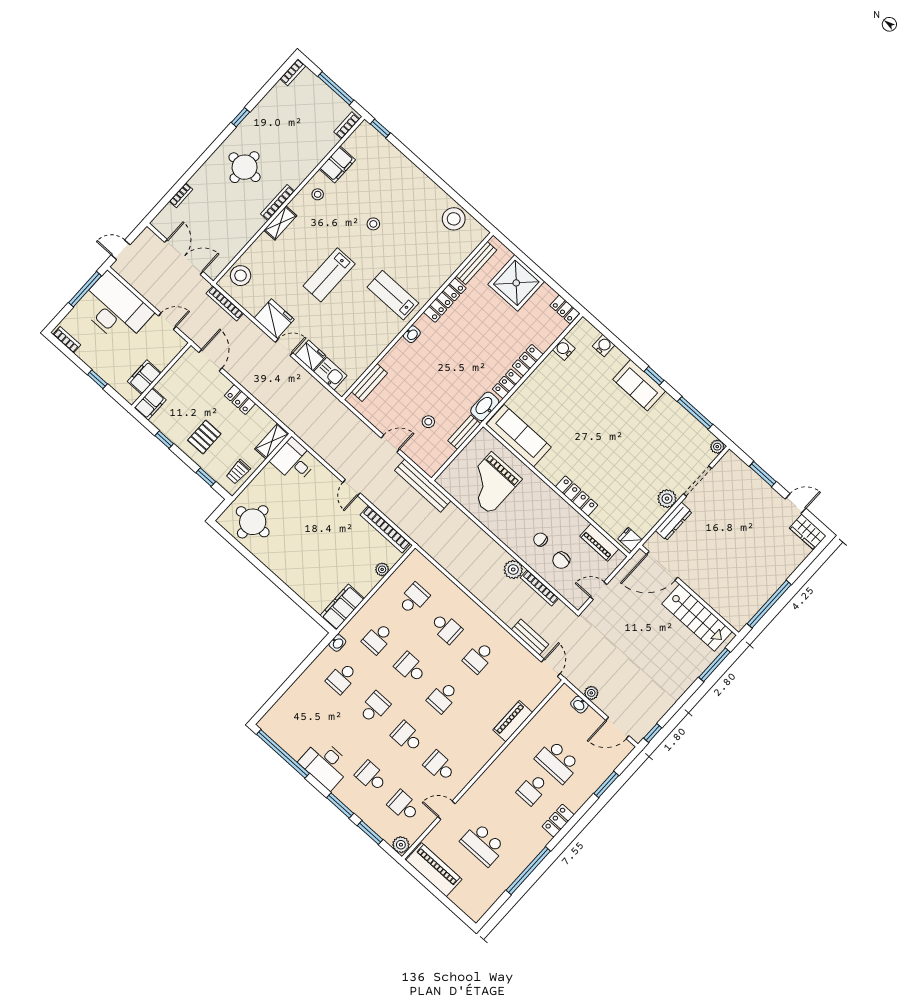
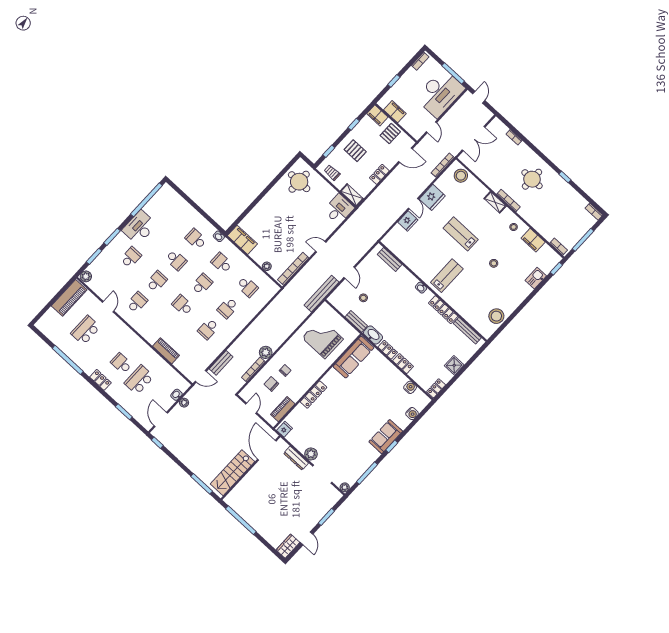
shower: (516, 283) -> (454, 365), width x0.54, depth x0.54
kitchen sink: (330, 374) -> (536, 278), moved, turned 180
pallet: (178, 384) -> (390, 134), added
school desk: (479, 657) -> (208, 329), turned -90
school desk: (404, 806) -> (111, 279), removed

